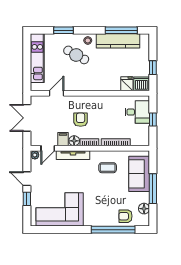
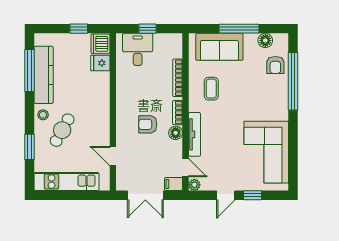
filing cabinet: (63, 139) -> (174, 184), moved

